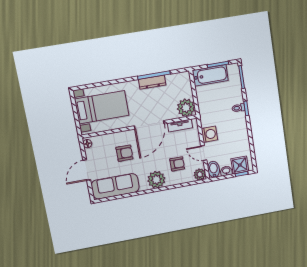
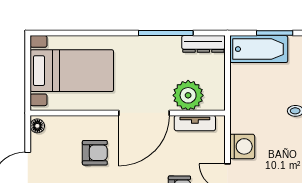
dresser: (152, 82) -> (203, 44), moved
plant: (186, 108) -> (188, 95), moved

